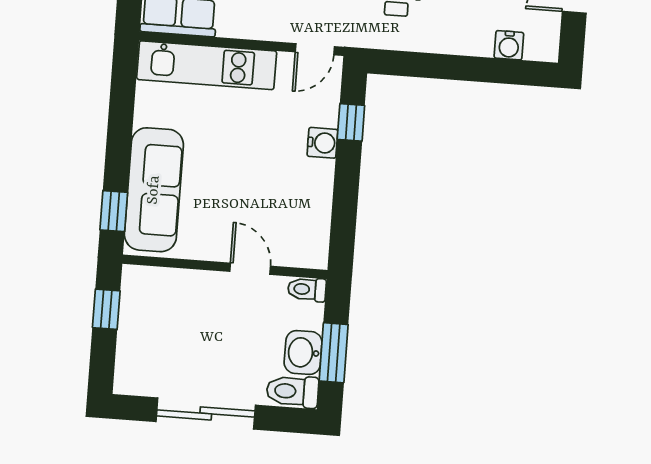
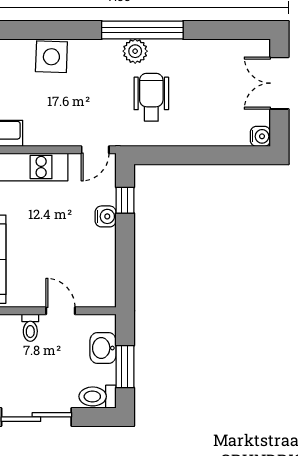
water cooler: (509, 45) -> (260, 136), moved, turned -90
toilet: (307, 289) -> (30, 328), moved, turned -90
washbasin: (303, 353) -> (103, 348), moved

